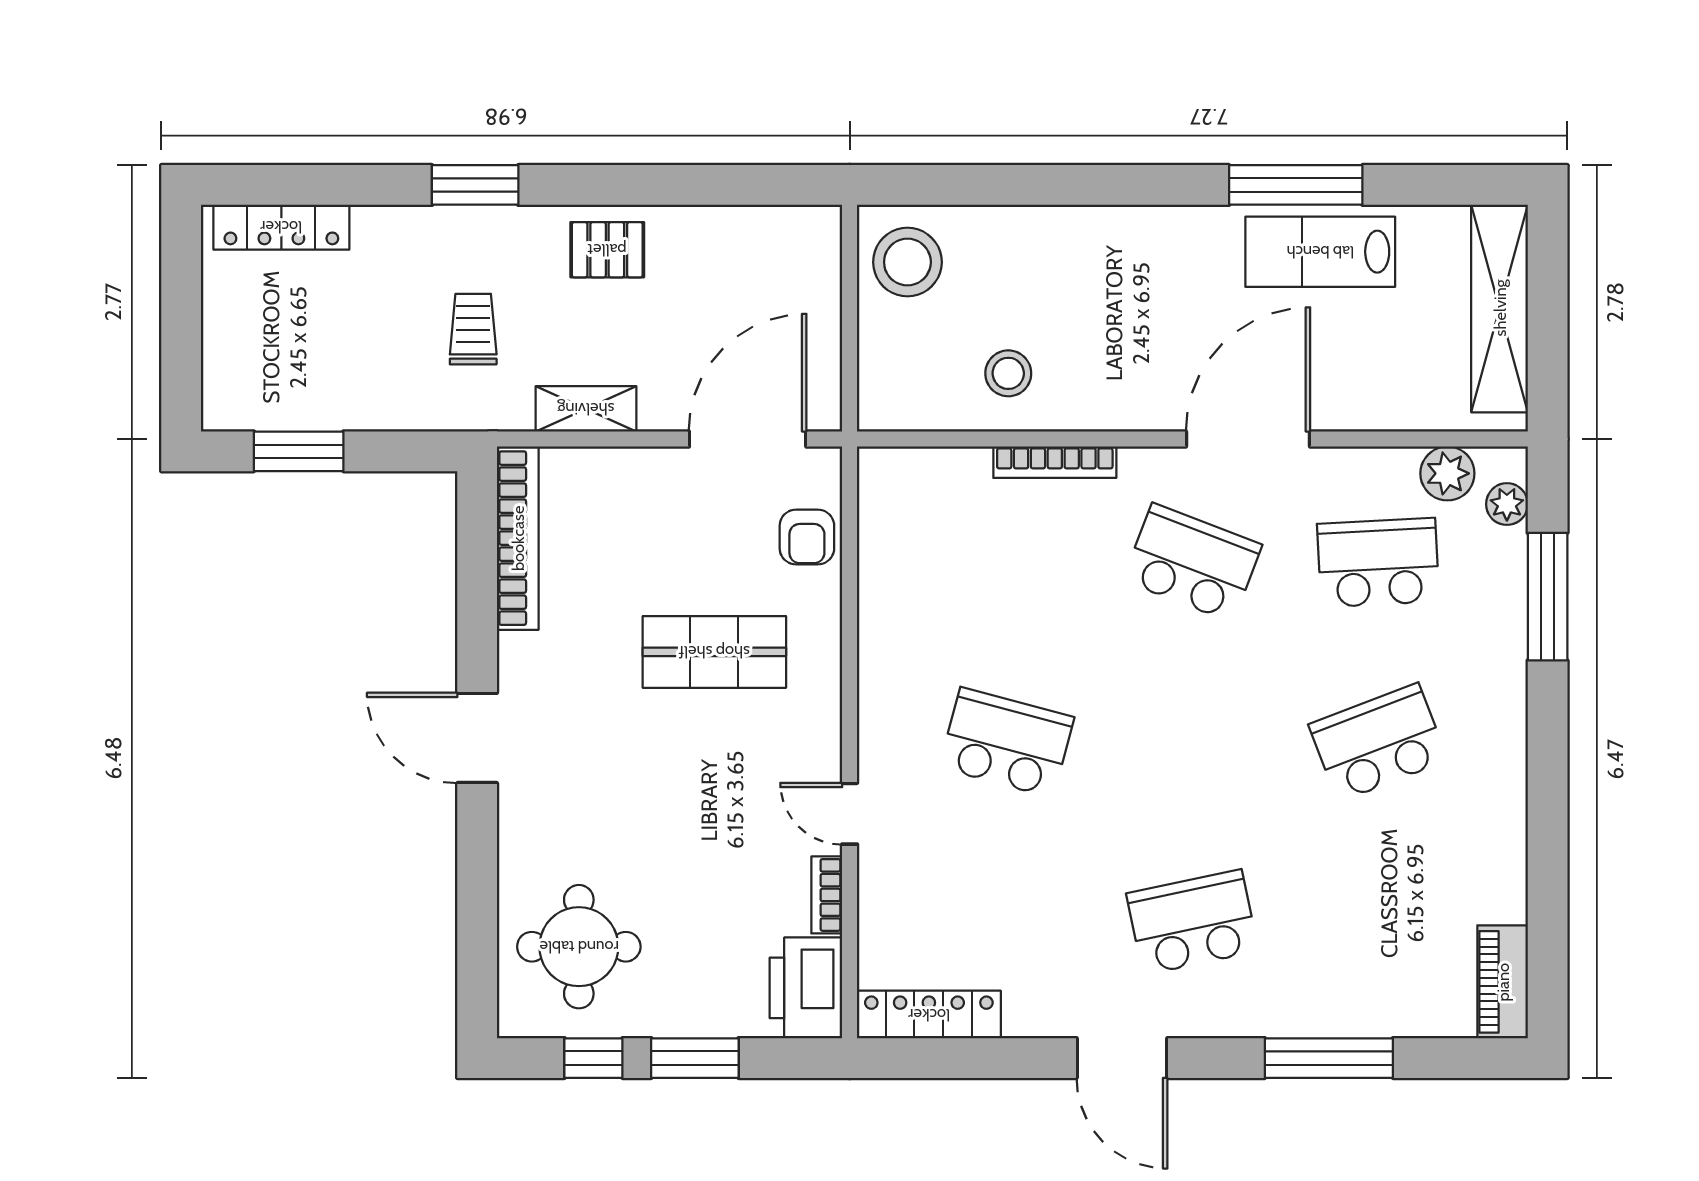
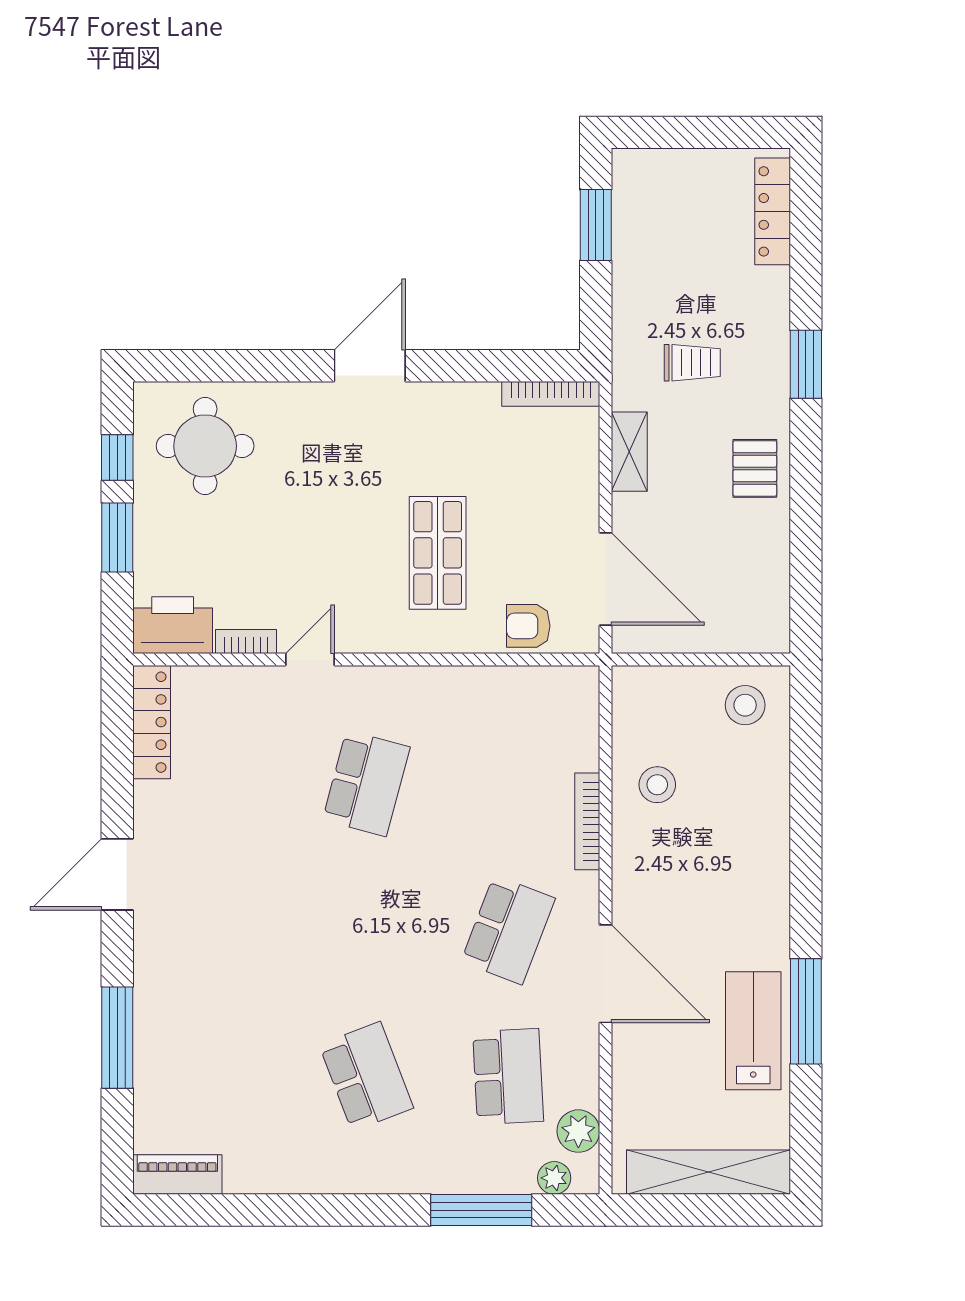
stool: (907, 262) -> (745, 705), width x0.73, depth x0.73
bookcase: (518, 538) -> (551, 394), width x0.68, depth x0.76
school desk: (1192, 922) -> (224, 930), removed

